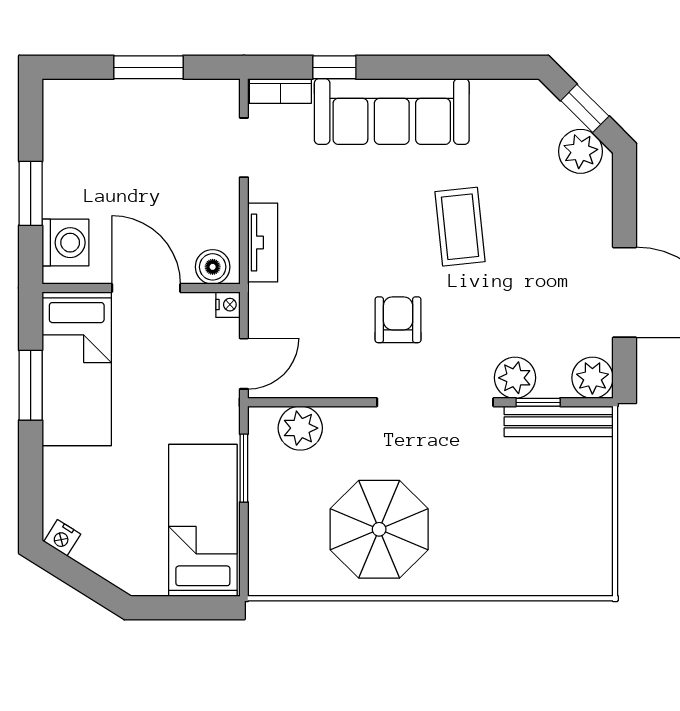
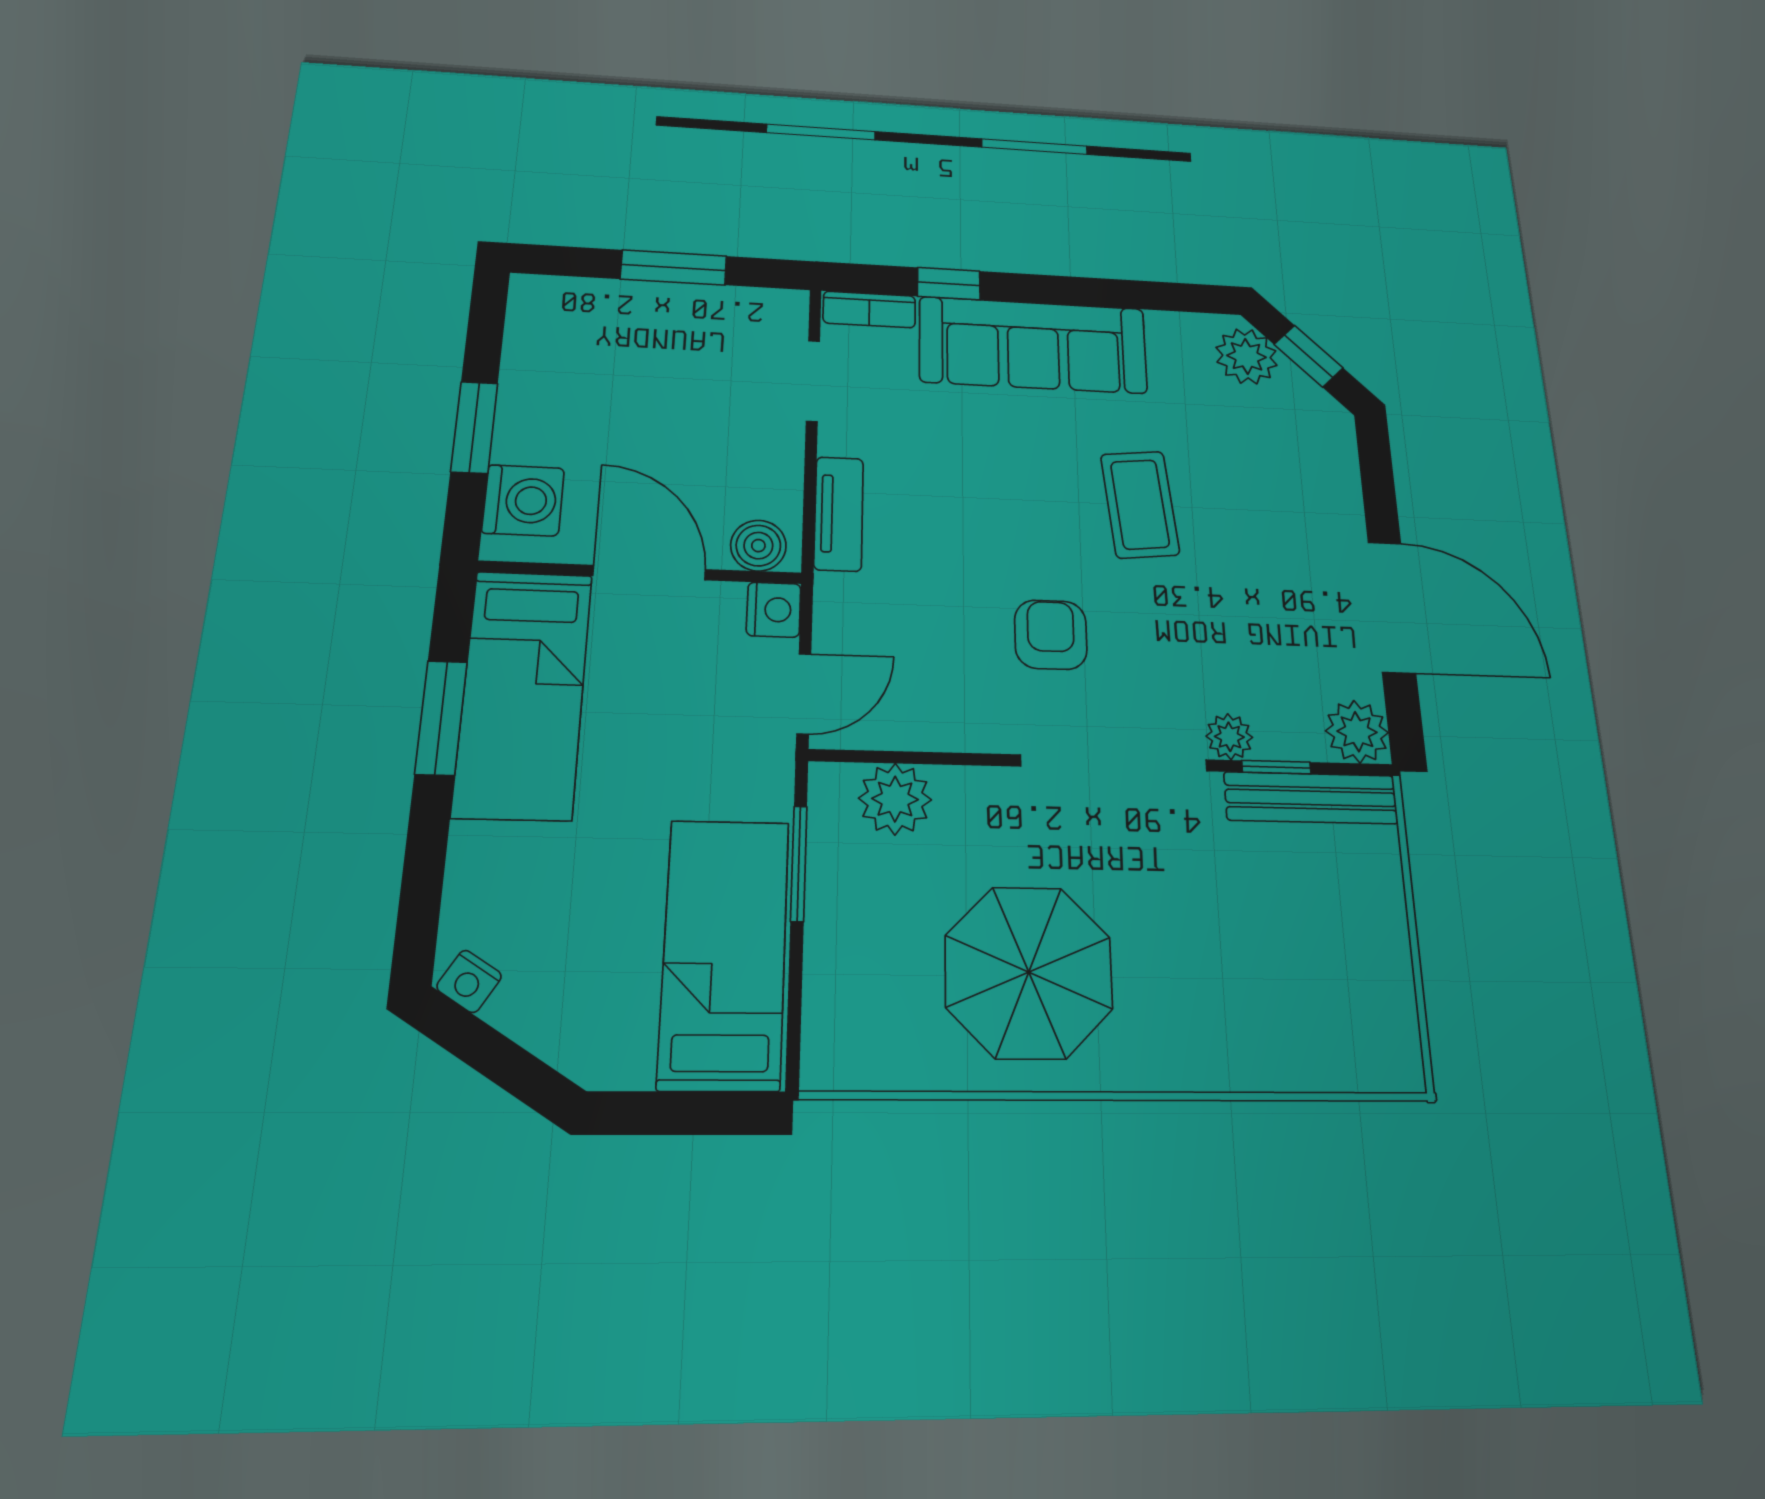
plant: (580, 151) -> (1246, 356), moved
nightstand: (228, 305) -> (774, 610), width x1.39, depth x1.35
plant: (515, 378) -> (1229, 737), width x0.73, depth x0.73

